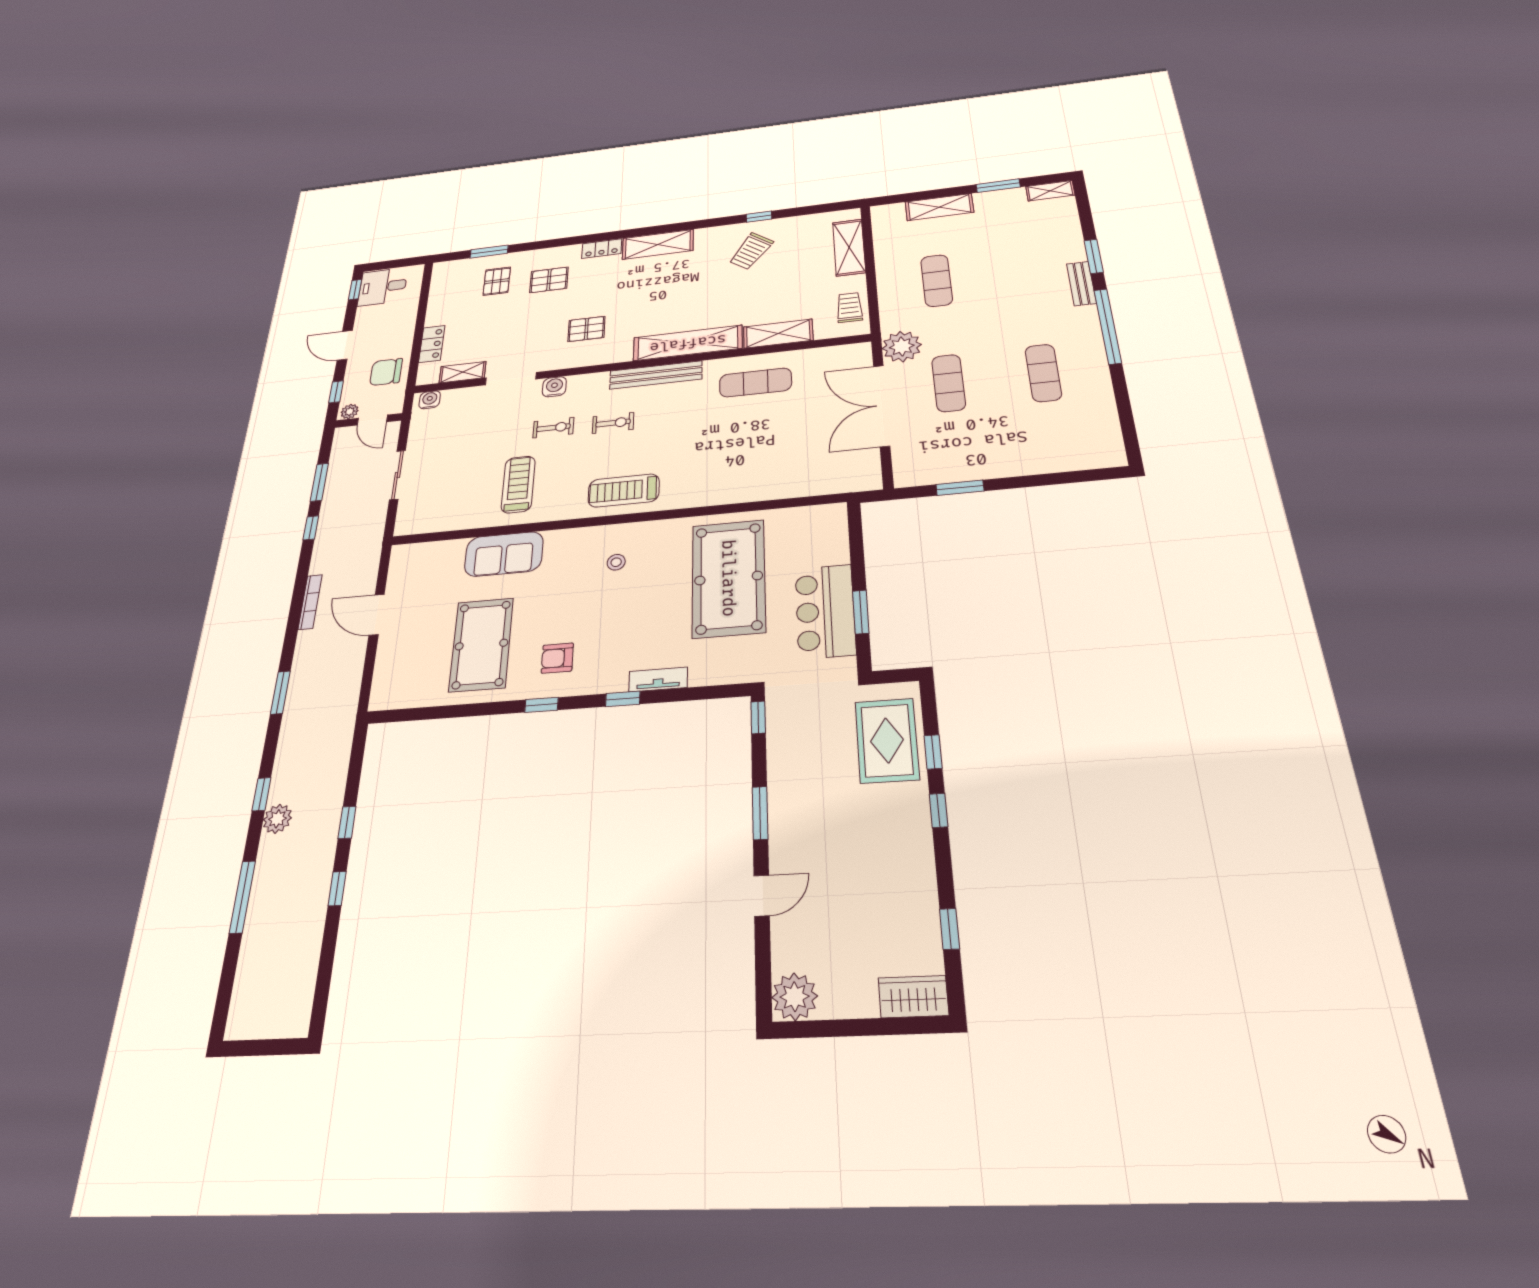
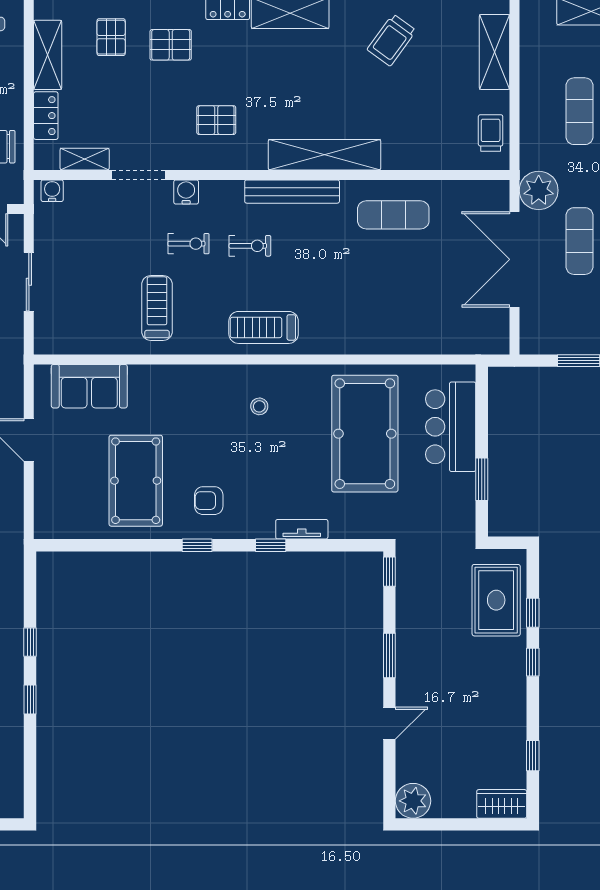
shelving: (778, 334) -> (48, 55), moved, turned 90
sofa: (504, 554) -> (89, 386), moved
bar counter: (825, 611) -> (451, 427), moved

